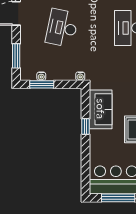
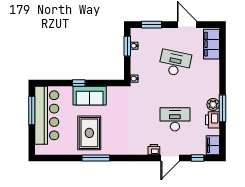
sofa: (101, 109) -> (90, 96), moved
window: (85, 126) -> (79, 83), moved

